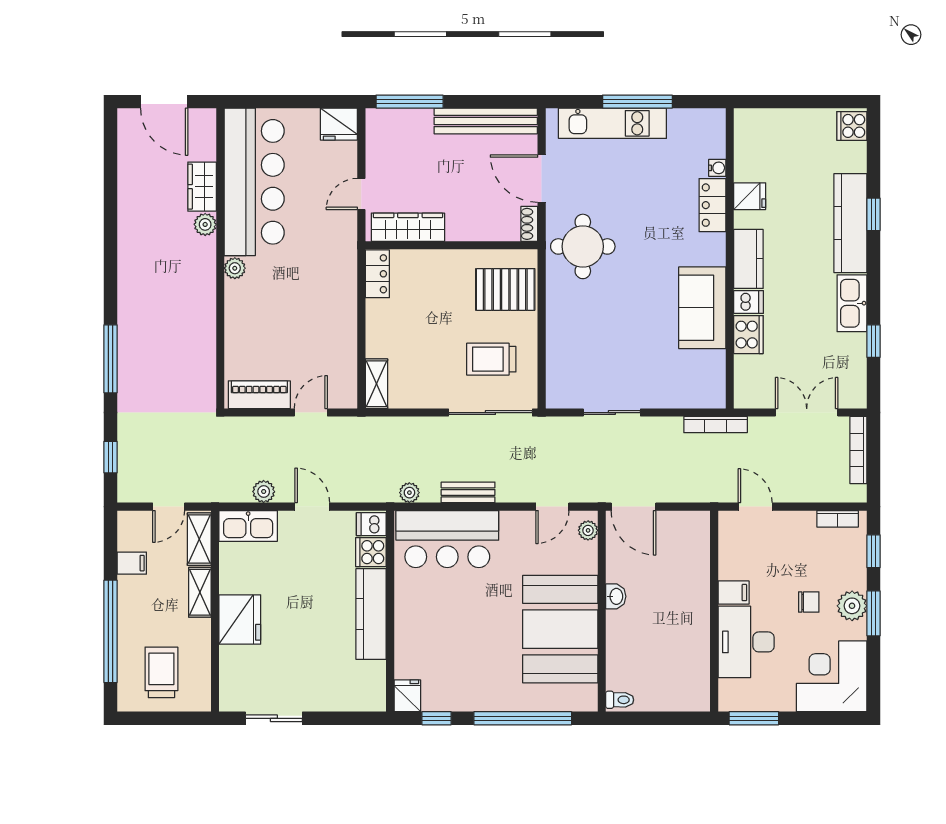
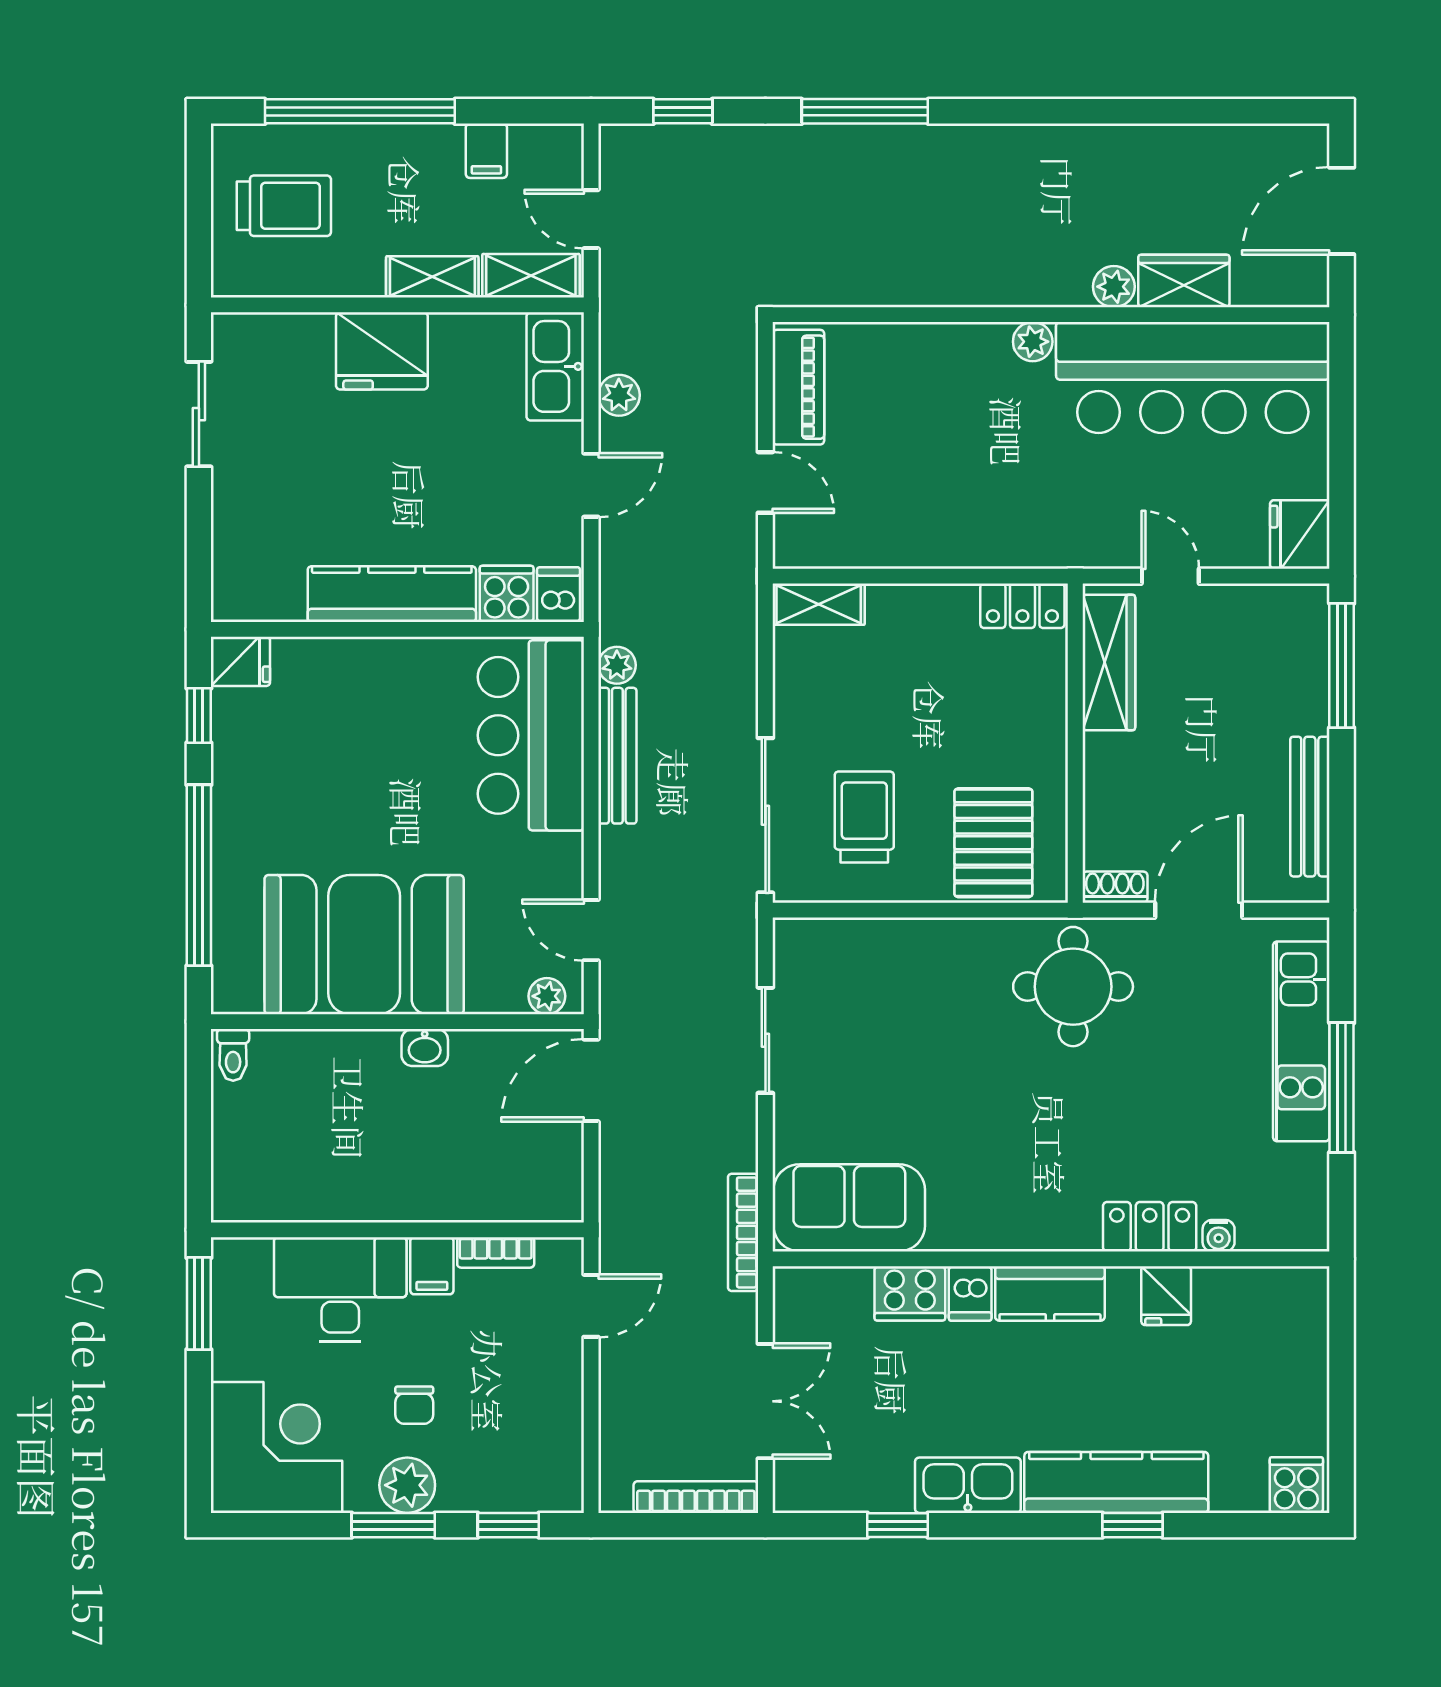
bench: (486, 121) -> (1310, 807), width x0.73, depth x0.82
sofa: (702, 308) -> (849, 1208), moved
bench: (468, 492) -> (617, 756), width x1.36
bookcase: (838, 519) -> (496, 1252), moved, turned -90

